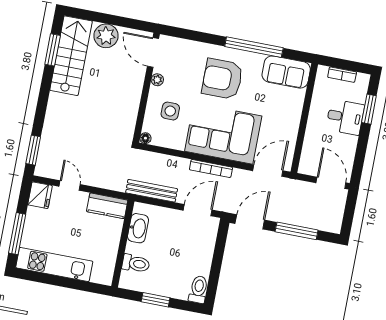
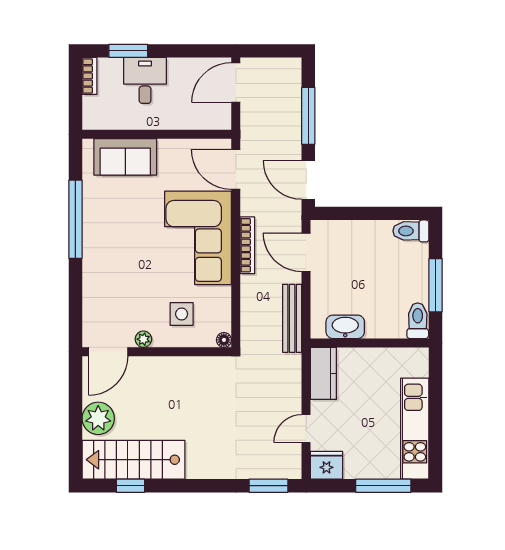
window: (53, 50) -> (131, 486), width x0.67
sofa: (286, 72) -> (125, 157), moved, turned 90
bookcase: (342, 75) -> (89, 76), moved
armchair: (222, 79) -> (126, 253), removed
toilet: (136, 263) -> (418, 321), moved
window: (156, 300) -> (436, 285), width x1.44

